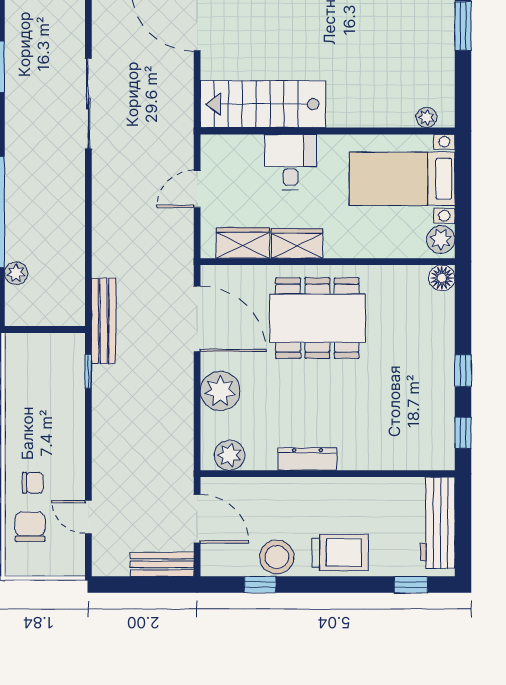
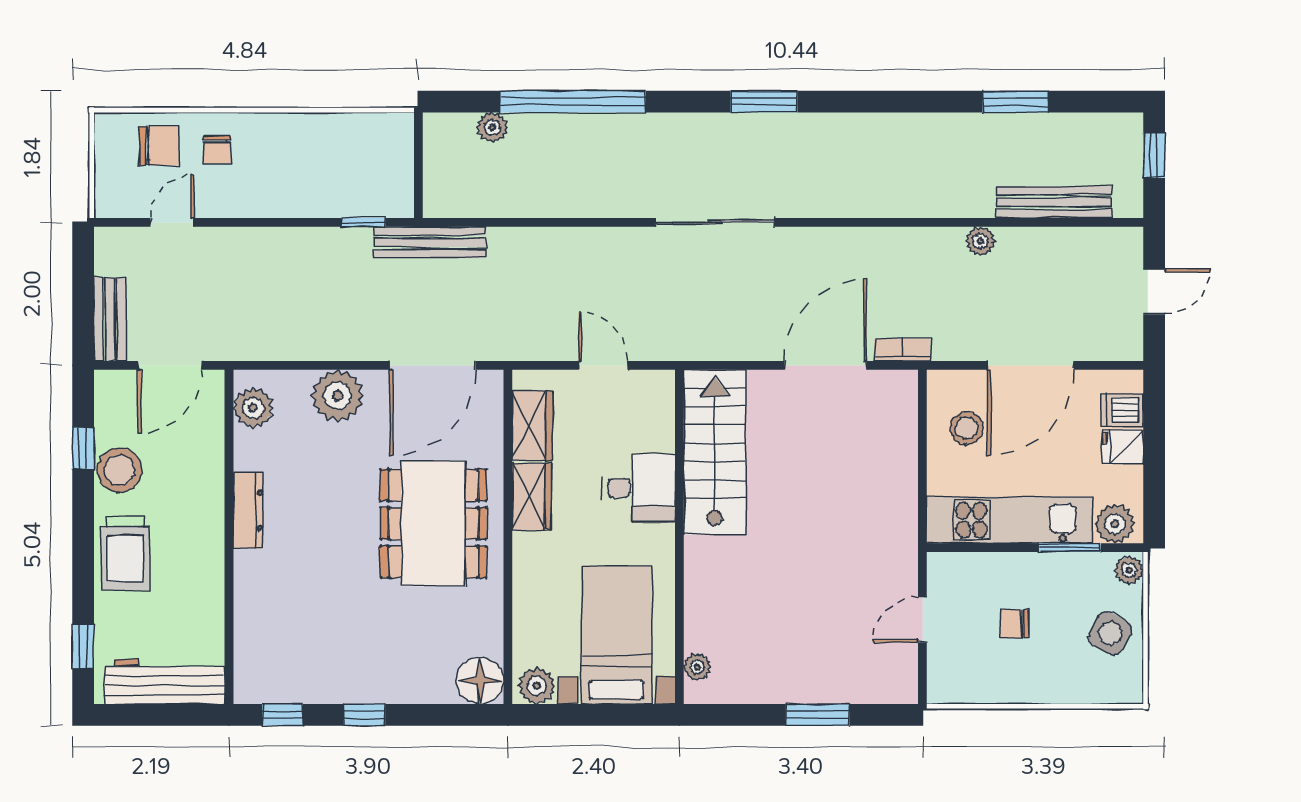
floor lamp: (442, 278) -> (480, 681), width x1.38, depth x1.38

